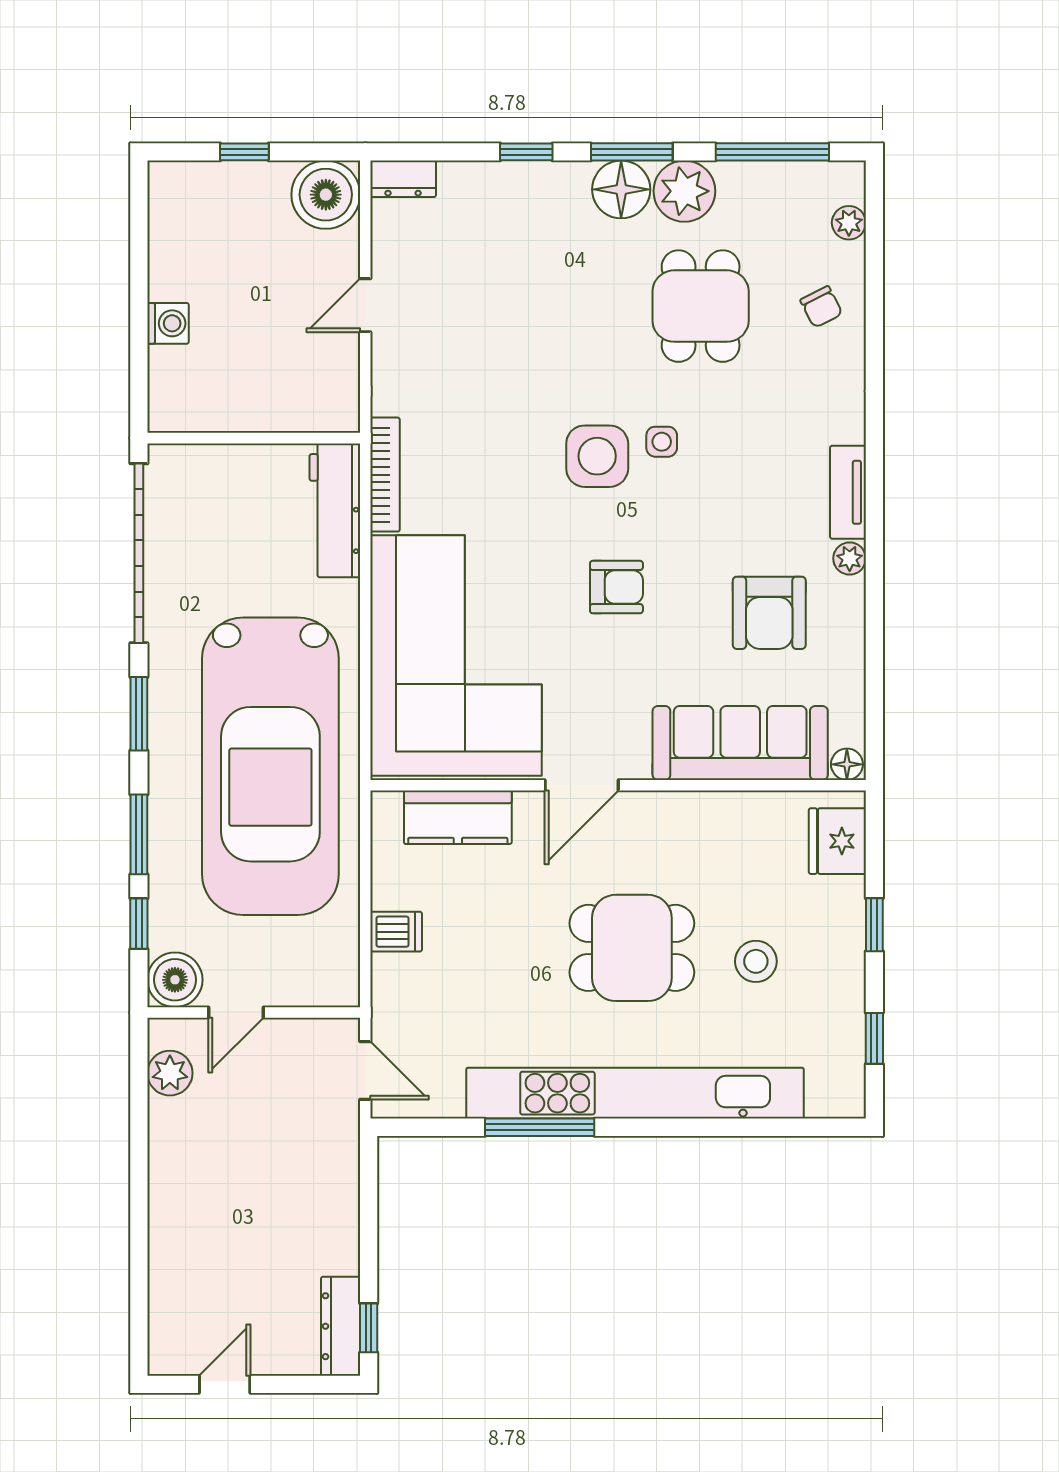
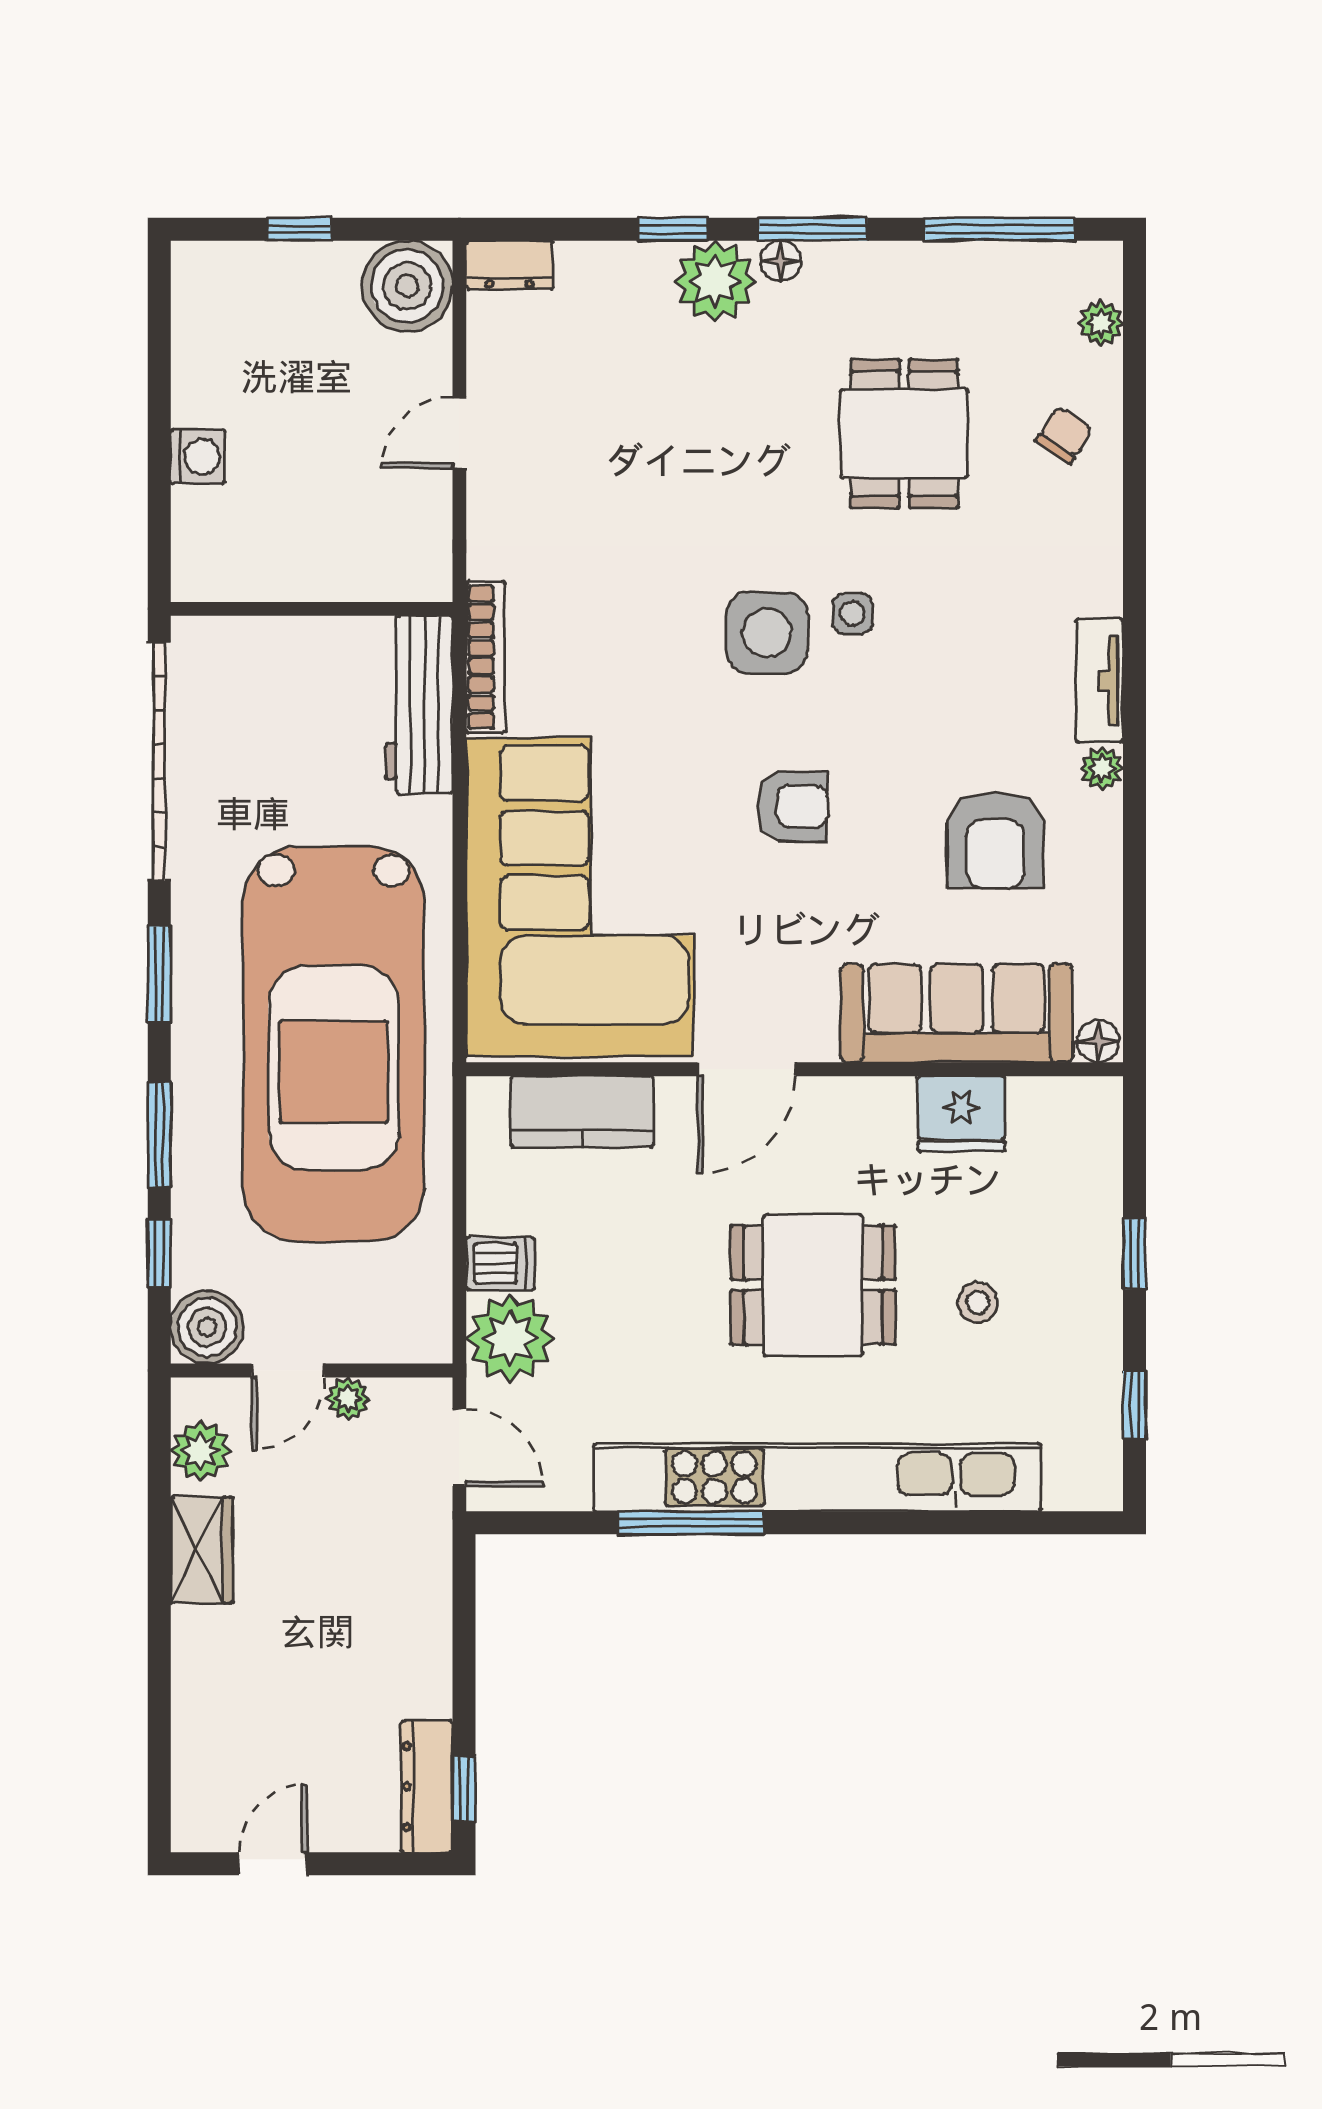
floor lamp: (621, 189) -> (781, 261), width x0.53, depth x0.53
plant: (684, 191) -> (715, 281), moved
chair: (821, 307) -> (1064, 435), turned -120
fridge: (837, 841) -> (962, 1114), moved, turned -90
stool: (756, 961) -> (977, 1303), width x0.73, depth x0.73
plant: (403, 988) -> (510, 1338), added
plant: (281, 1034) -> (348, 1399), added
wardrobe: (171, 1148) -> (202, 1550), added

